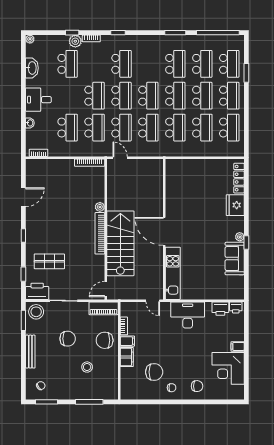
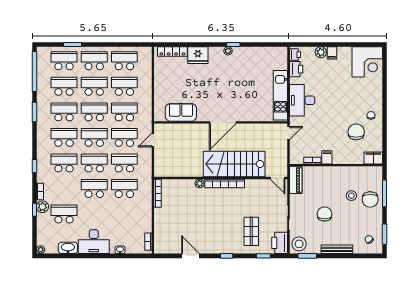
desk: (38, 100) -> (94, 242), width x1.37
school desk: (68, 128) -> (64, 137), moved
door: (120, 158) -> (153, 140), moved
sofa: (235, 259) -> (181, 112), moved, turned 180
kitchen unit: (173, 273) -> (280, 95), moved, turned -90
plant: (238, 335) -> (321, 52), added
chair: (105, 340) -> (370, 199), moved
filing cabinet: (127, 357) -> (373, 158), moved
corner desk: (228, 368) -> (367, 62), moved
chair: (197, 386) -> (370, 91), removed

